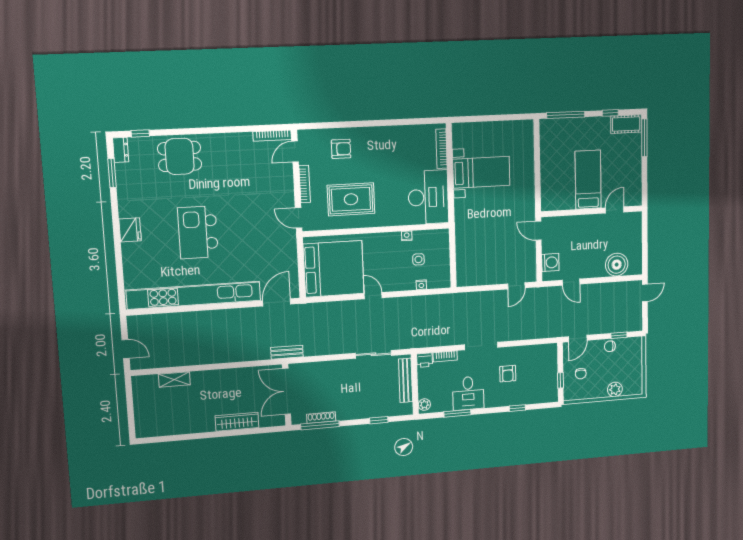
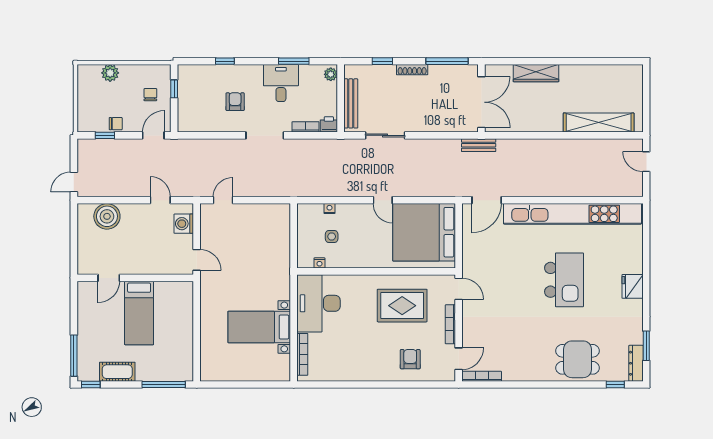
window: (610, 113) -> (91, 385), moved
cot: (626, 124) -> (117, 372), moved
armchair: (341, 149) -> (410, 359), turned 90
dresser: (121, 150) -> (636, 363), width x1.44
nightstand: (407, 236) -> (319, 263), moved
shelving: (174, 379) -> (599, 123), width x2.20, depth x1.33
shoe rack: (321, 418) -> (412, 70), moved

